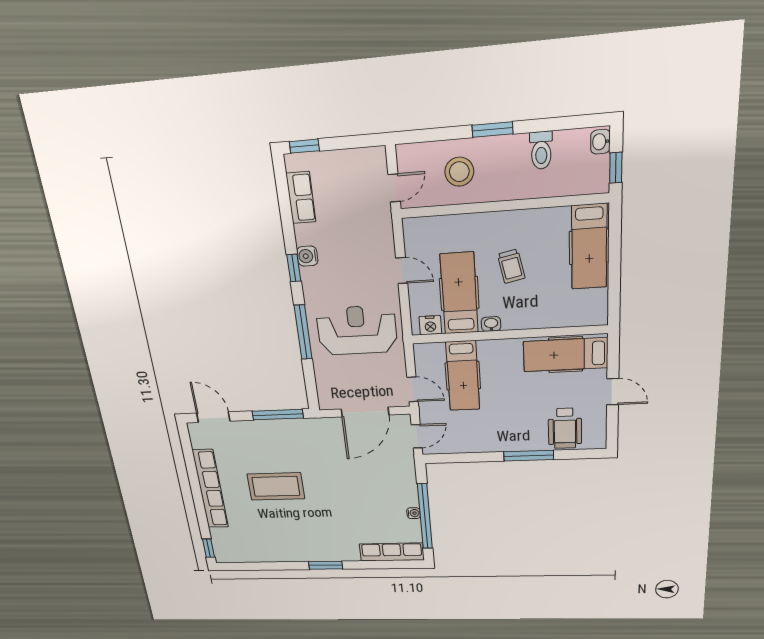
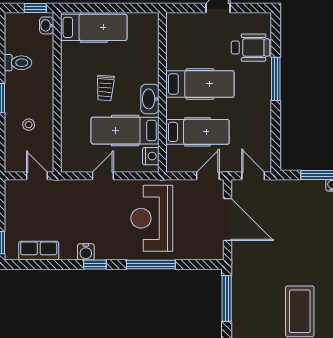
washbasin: (600, 142) -> (47, 25), moved, turned 90
stool: (459, 172) -> (29, 125), width x0.53, depth x0.53
trolley: (511, 266) -> (105, 88), turned 106
washbasin: (491, 324) -> (150, 99), width x1.91, depth x1.45
hospital bed: (566, 355) -> (200, 84), moved, turned -90

